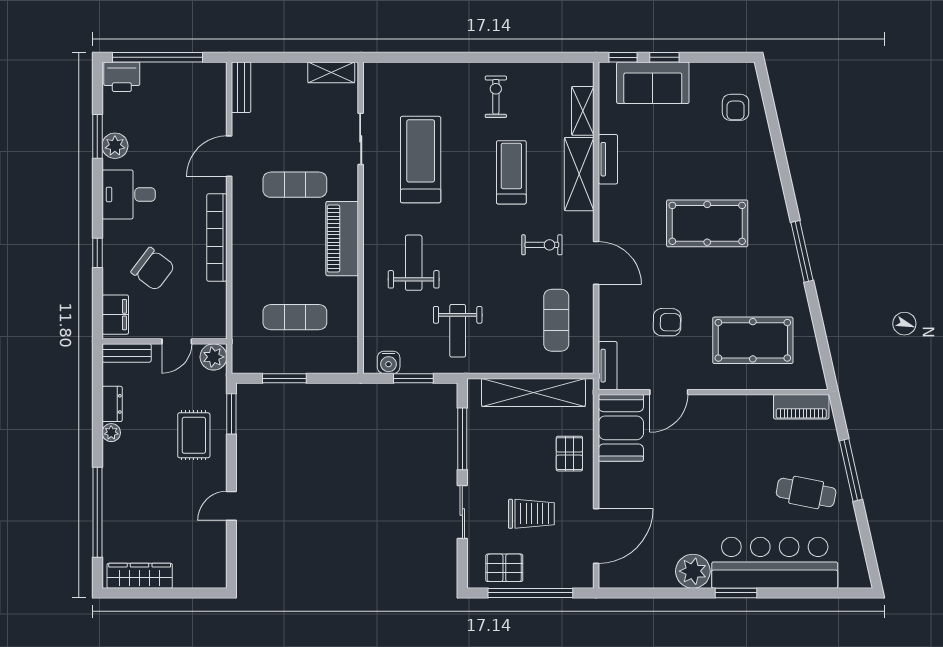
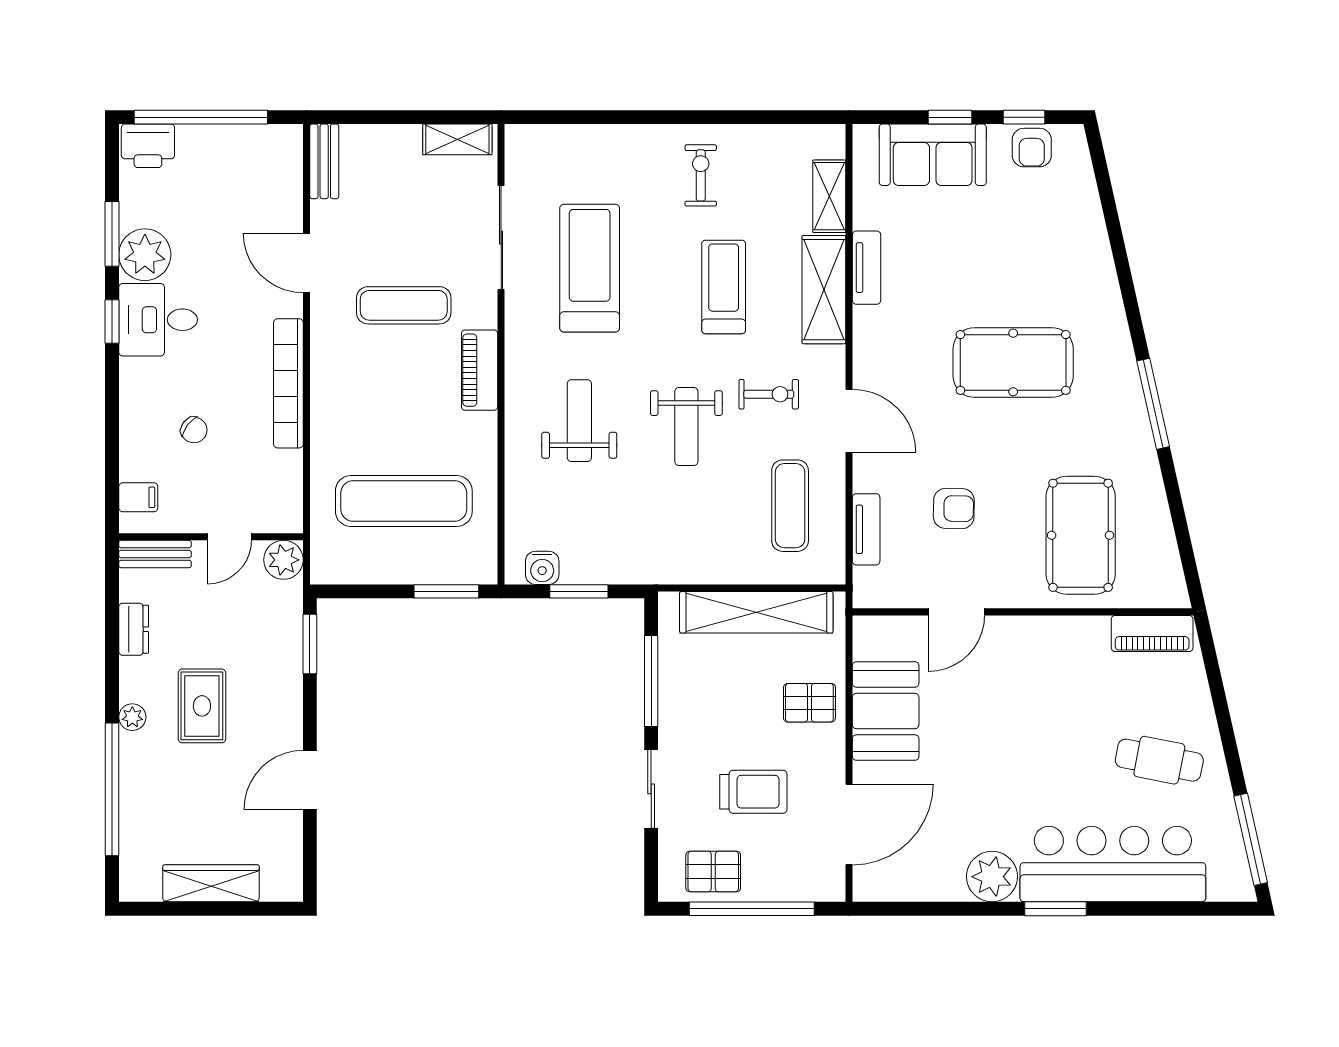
window: (623, 57) -> (1024, 117), moved
armchair: (736, 107) -> (1032, 148), moved
sliding door: (361, 139) -> (501, 238), width x1.37
plant: (115, 146) -> (145, 255), width x1.36, depth x1.36
door: (229, 156) -> (307, 263), hinge flipped
piano: (342, 239) -> (480, 370), width x0.73, depth x0.75
window: (97, 253) -> (112, 322), moved
chair: (153, 269) -> (194, 430), width x0.54, depth x0.54
filing cabinet: (115, 315) -> (138, 497), width x0.50
exercise mat: (295, 317) -> (404, 501), width x1.36, depth x1.45
weight bench: (458, 331) -> (686, 426), moved
pool table: (753, 340) -> (1081, 535), turned 90
tv unit: (608, 366) -> (866, 529), moved
window: (284, 378) -> (446, 591), moved
booth: (621, 428) -> (886, 711), moved
plant: (111, 433) -> (132, 717), moved
rug: (194, 435) -> (202, 706), moved
pallet: (569, 454) -> (809, 703), turned 90
window: (851, 470) -> (1251, 839), moved
door: (231, 506) -> (310, 780), width x1.38
wardrobe: (140, 576) -> (211, 883), moved

